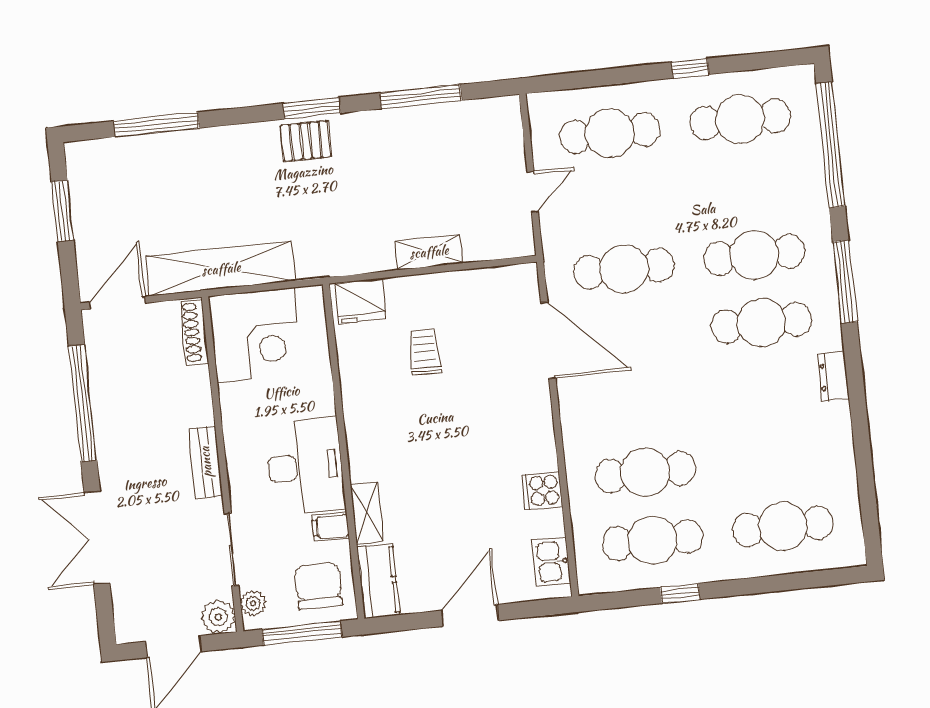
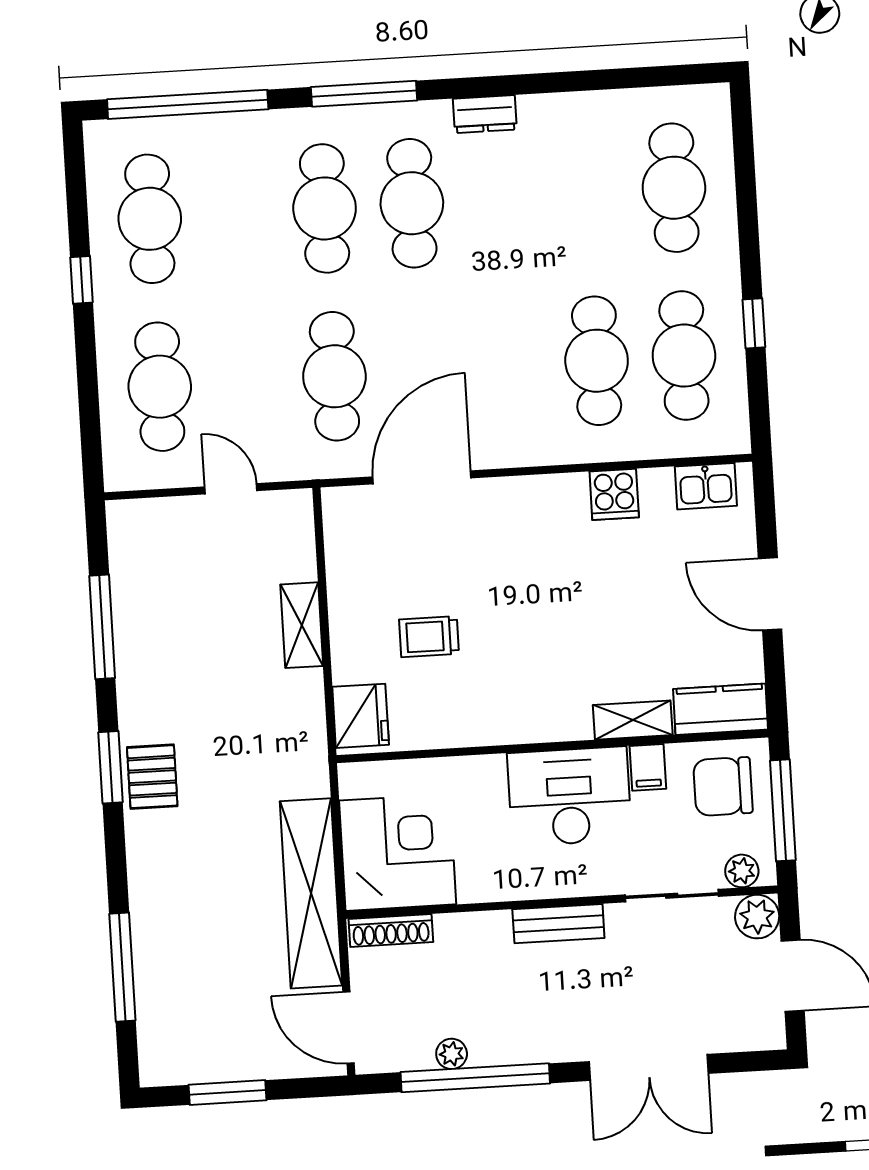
plant: (101, 384) -> (452, 1054), added

